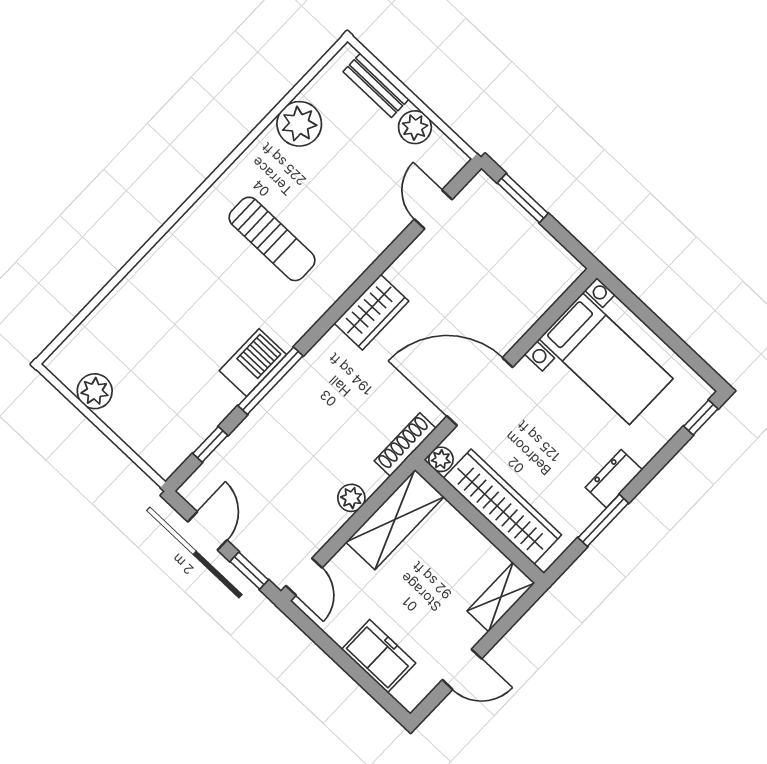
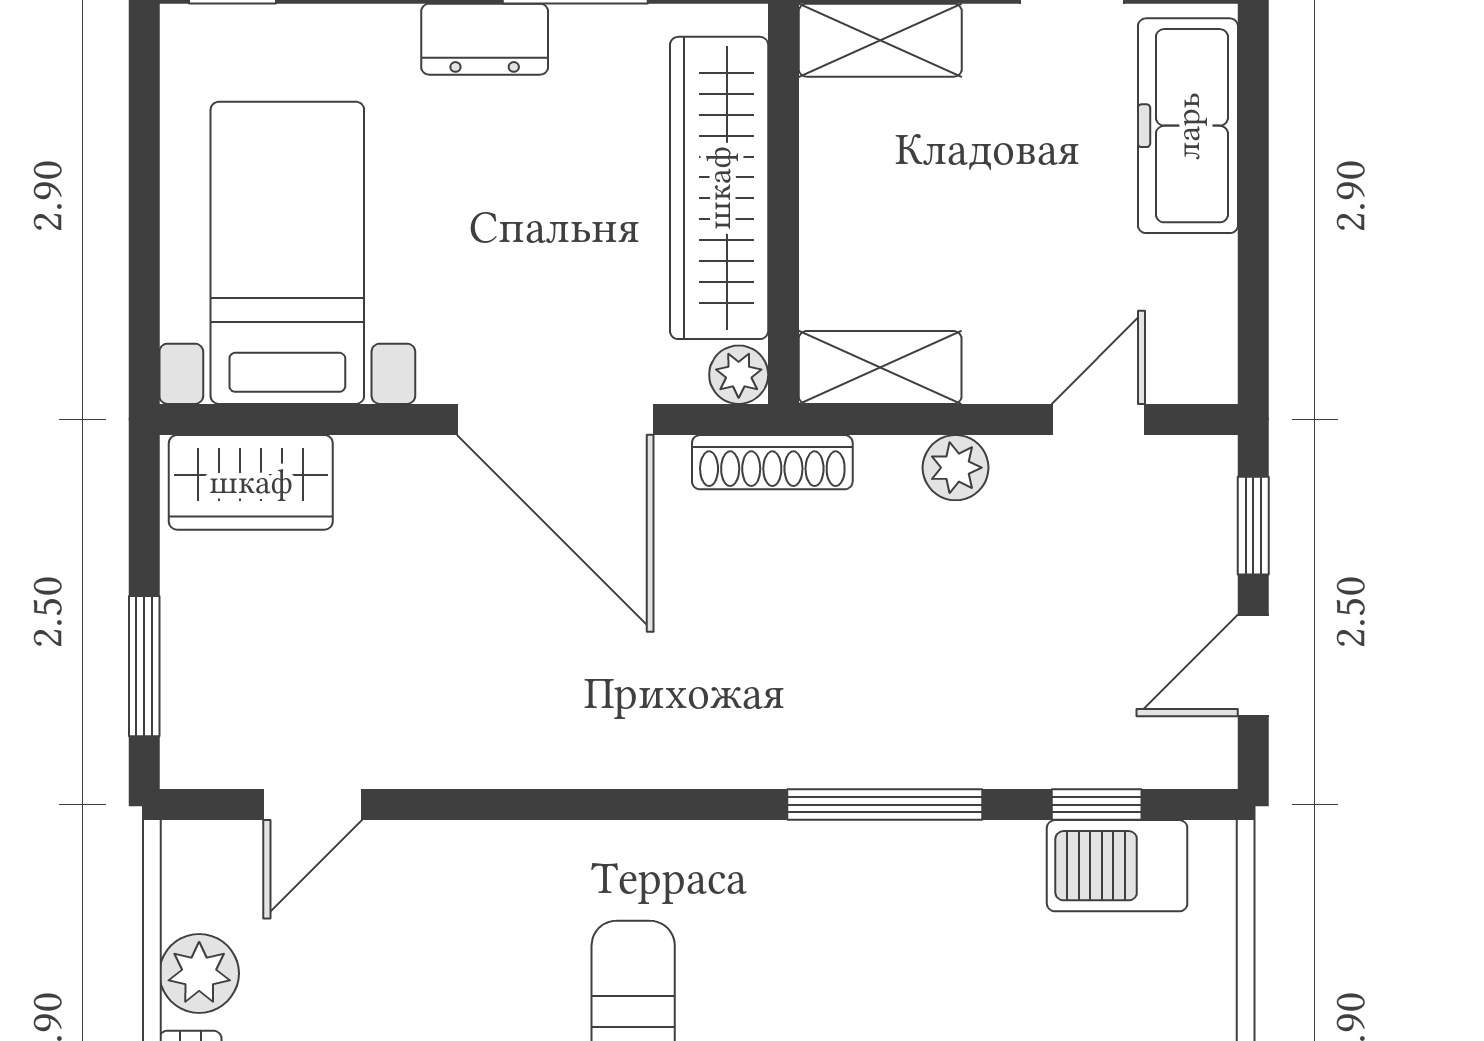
wardrobe: (371, 312) -> (251, 482), moved, turned 180
barbecue: (253, 363) -> (1117, 866), moved
shelving: (395, 519) -> (880, 367), width x0.67, depth x0.75
door: (304, 577) -> (1098, 419), moved
freezer: (379, 656) -> (1188, 126), width x1.40

